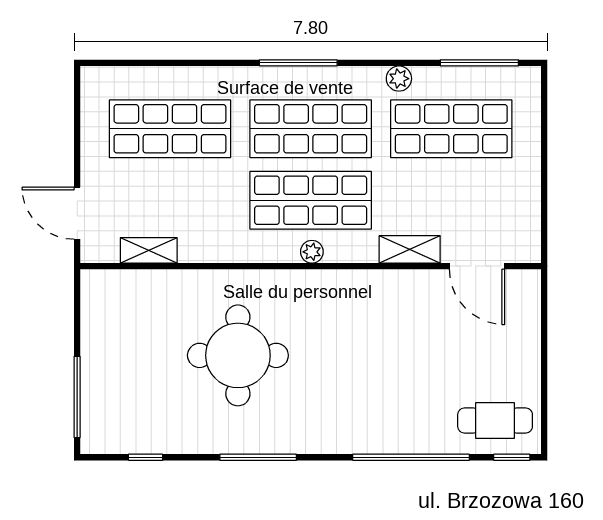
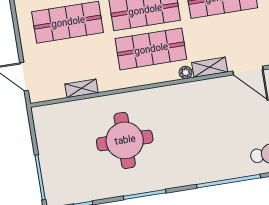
shelving: (149, 250) -> (81, 88), moved
plant: (312, 252) -> (186, 72), moved

